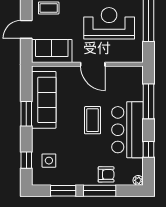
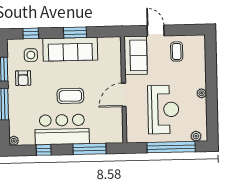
sofa: (44, 100) -> (70, 49), moved
armchair: (106, 174) -> (23, 78), moved

